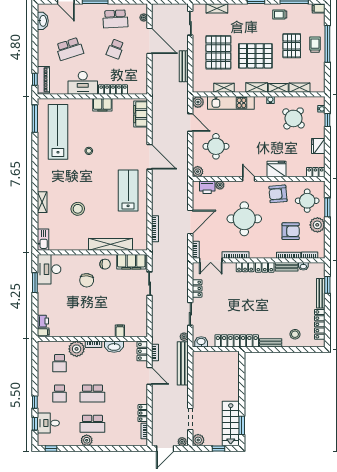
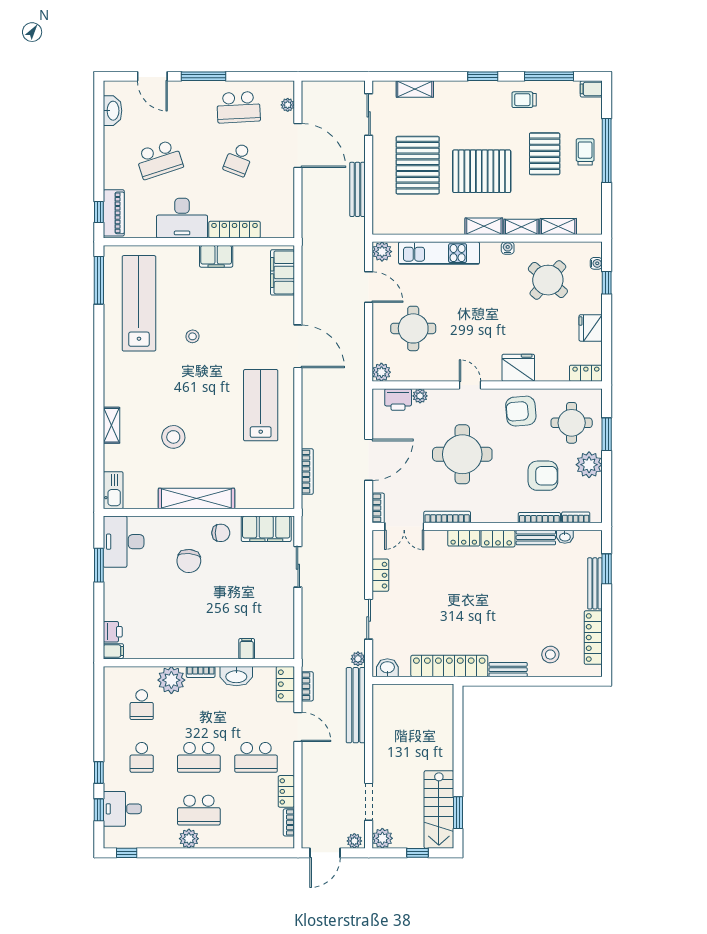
shelving: (224, 88) -> (427, 227), removed
shelving: (110, 244) -> (196, 498), moved
school desk: (125, 393) -> (256, 757), added

